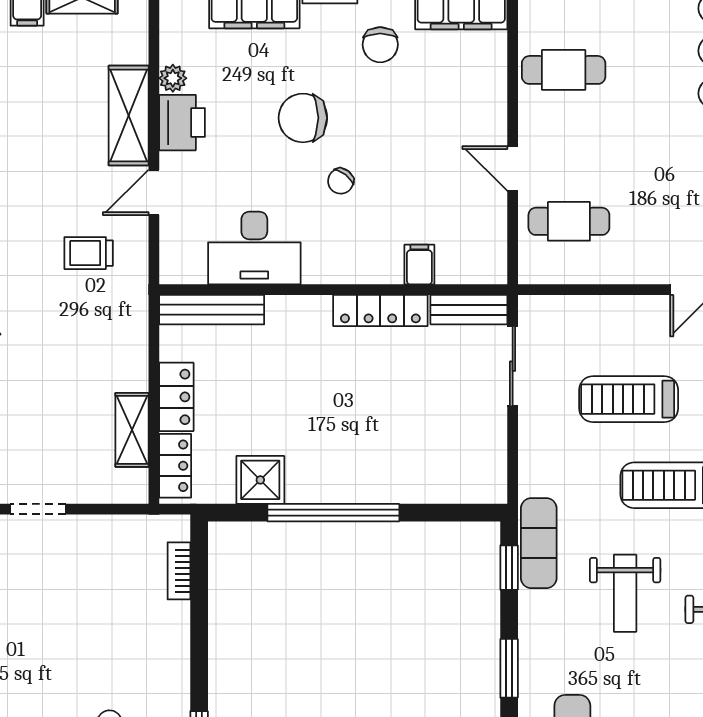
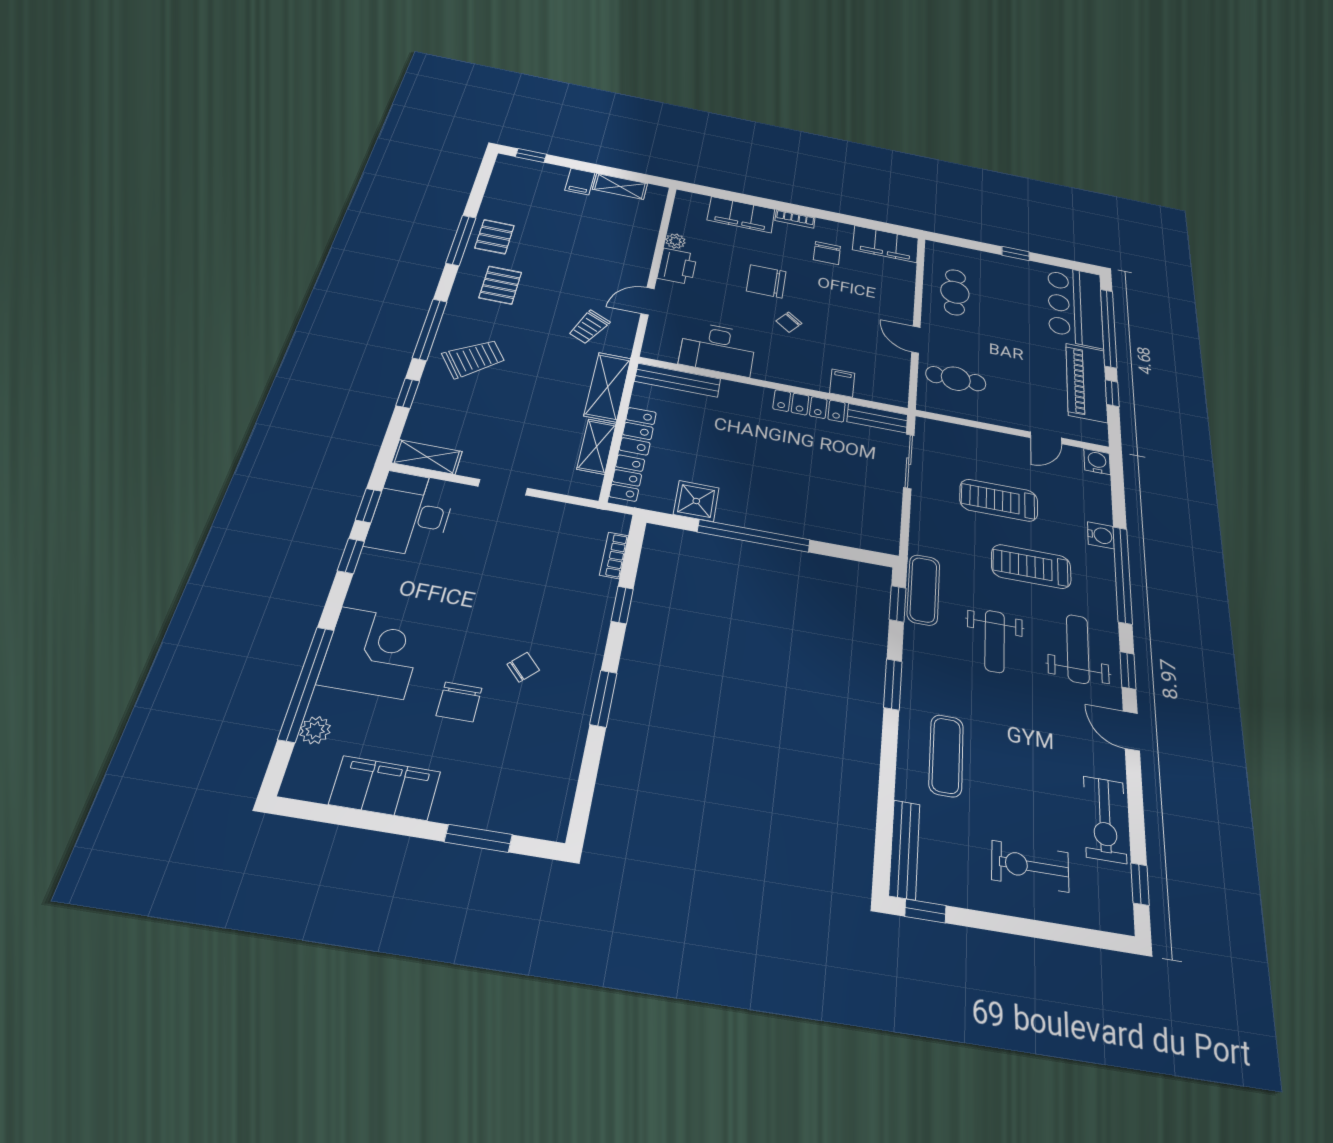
cafe table: (564, 70) -> (955, 292), turned 90
shelving: (129, 115) -> (608, 387), moved
trolley: (89, 253) -> (589, 327), turned -64
window: (199, 631) -> (622, 605), added

